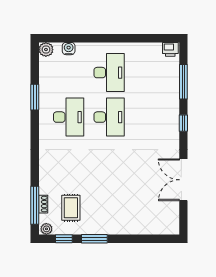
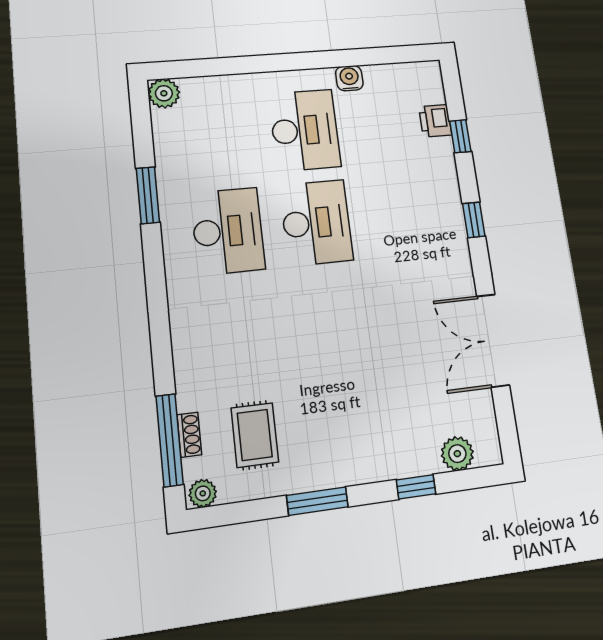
water cooler: (69, 49) -> (349, 78), moved
printer: (170, 49) -> (435, 121), moved, turned 90
window: (183, 82) -> (460, 136), width x0.46
plant: (159, 227) -> (457, 454), added
window: (64, 239) -> (416, 487), moved

